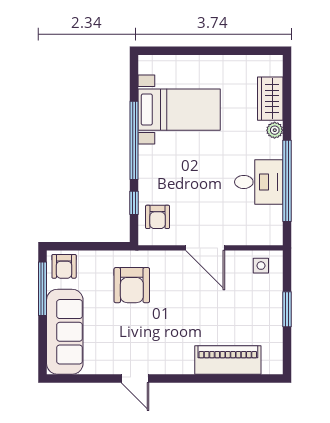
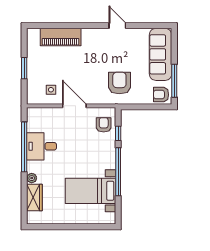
armchair: (64, 266) -> (161, 95), turned -90
side table: (261, 266) -> (51, 90), moved

